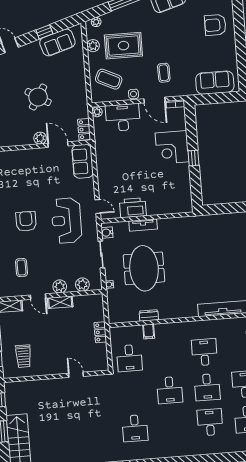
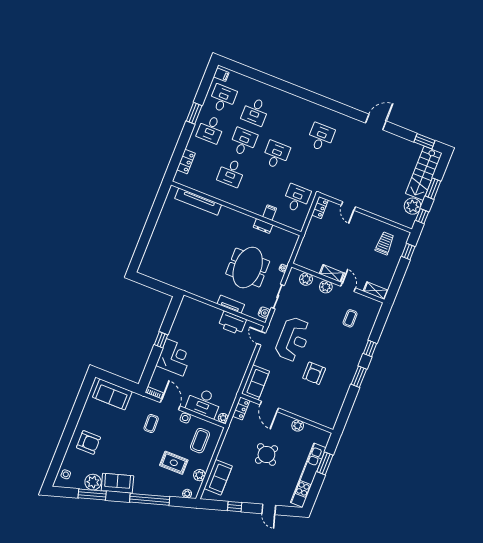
sofa: (57, 42) -> (218, 477), moved, turned 107
rug: (123, 46) -> (174, 463), width x0.73, depth x0.70
coffee table: (109, 79) -> (200, 441), turned 64
plant: (40, 138) -> (298, 426), moved
armchair: (26, 221) -> (314, 373), moved
locker: (100, 332) -> (320, 208), moved
plant: (14, 405) -> (413, 206), added

